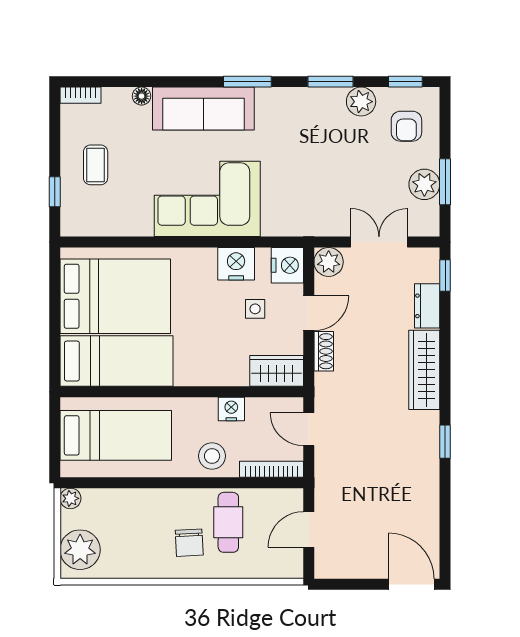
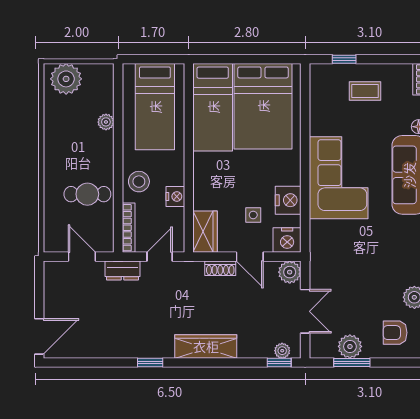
plant: (430, 272) -> (282, 351), added
dresser: (427, 306) -> (123, 270), moved, turned 180
plant: (70, 498) -> (106, 122), moved
chair: (189, 543) -> (71, 164), removed

